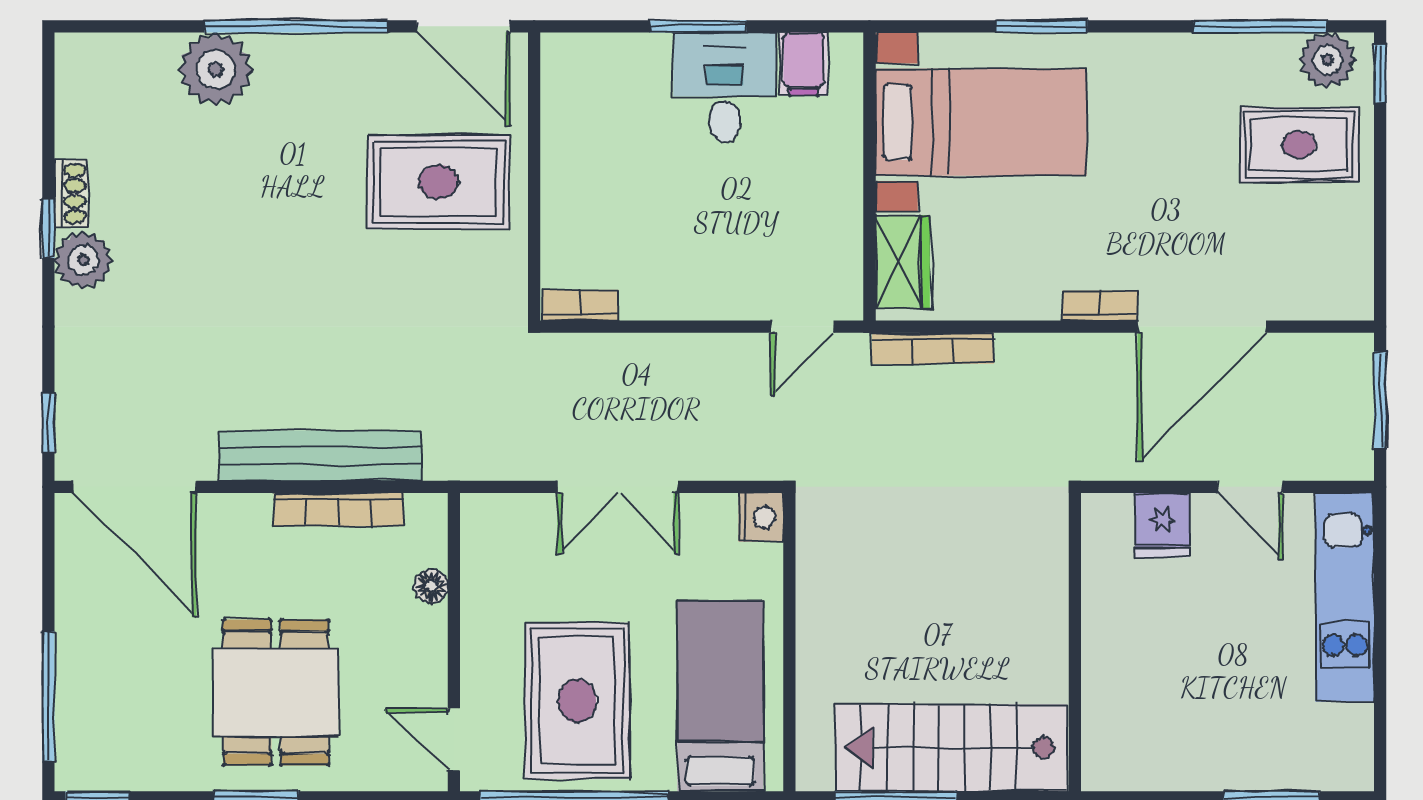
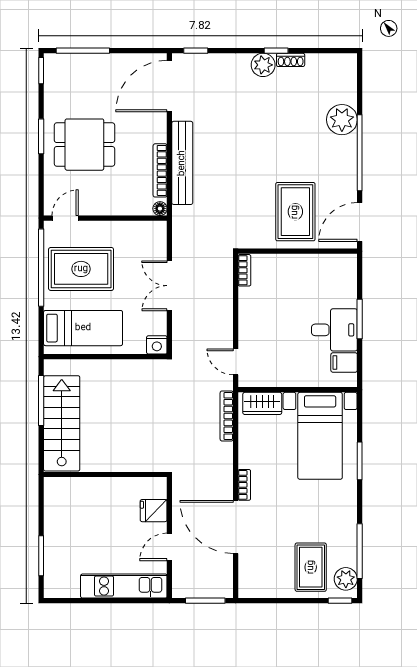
floor lamp: (431, 586) -> (160, 209), moved

